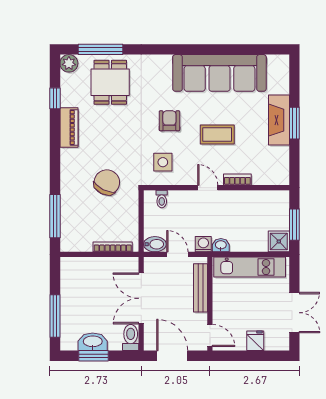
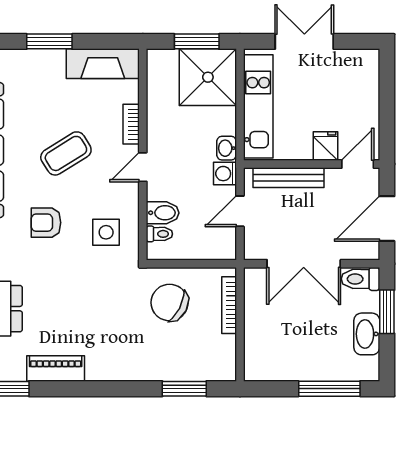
fireplace: (279, 120) -> (103, 64), moved
coffee table: (217, 135) -> (66, 153), turned 58
chair: (107, 182) -> (170, 303), moved
window: (55, 216) -> (184, 389), width x0.69
shower: (279, 241) -> (208, 77), width x1.86, depth x1.86
bidet: (155, 244) -> (163, 213), moved, turned 90
double door: (294, 313) -> (304, 41), moved
fridge: (255, 341) -> (325, 146), moved, turned 90
window: (94, 356) -> (387, 312), moved

